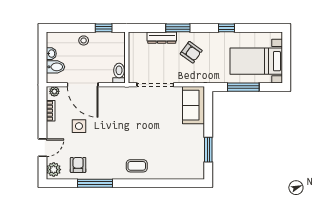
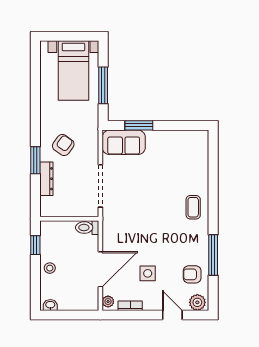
window: (227, 28) -> (35, 105), removed
washbasin: (51, 54) -> (50, 305), moved
bidet: (56, 67) -> (80, 300), removed
window: (208, 150) -> (139, 125), moved

